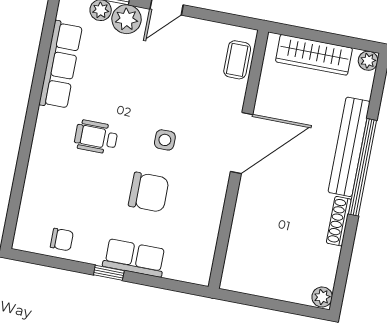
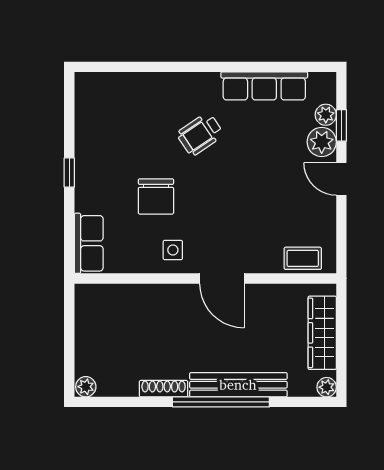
wheelchair: (96, 137) -> (200, 134), turned -124
side table: (165, 140) -> (173, 250), moved
door: (242, 143) -> (222, 278), width x0.73
chair: (62, 240) -> (93, 120), removed
row of seats: (134, 258) -> (89, 243), moved

